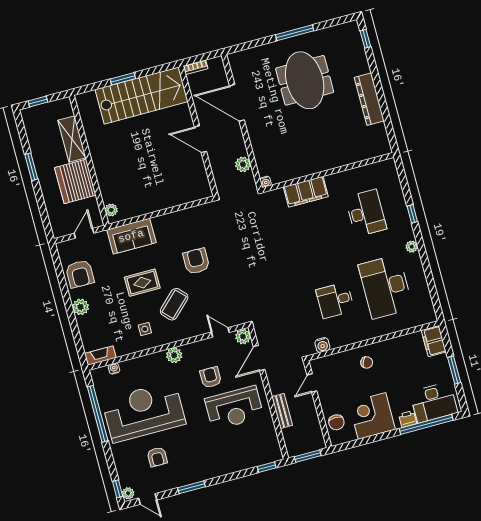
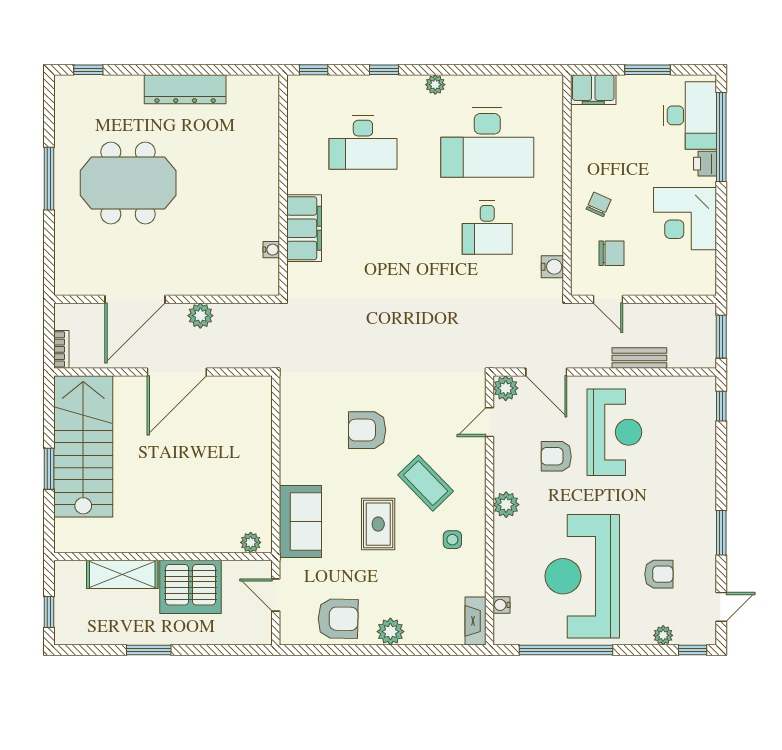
door: (200, 139) -> (177, 372), width x1.36
plant: (243, 164) -> (200, 316), moved
window: (401, 172) -> (314, 70), added
water cooler: (266, 182) -> (271, 250), moved
desk: (366, 213) -> (363, 143), turned 180
chair: (336, 422) -> (612, 253), moved
plant: (128, 493) -> (663, 635), moved

